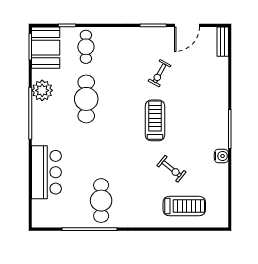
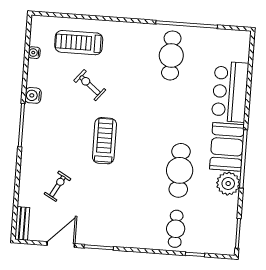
booth: (46, 48) -> (227, 147), moved
exercise bike: (160, 73) -> (57, 186), moved
treadmill: (155, 120) -> (104, 141), turned 180
water cooler: (223, 194) -> (34, 53), added

